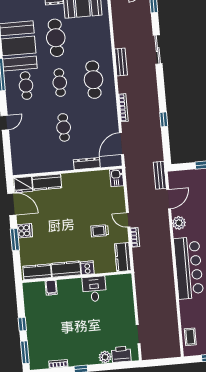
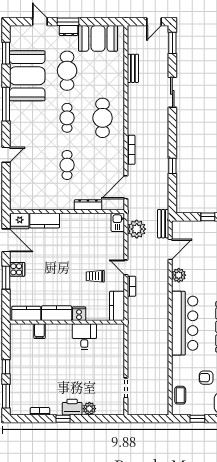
bench: (121, 62) -> (133, 68), moved
cafe table: (26, 86) -> (32, 118), removed
plant: (135, 182) -> (137, 229), added
printer: (121, 354) -> (72, 407), moved

